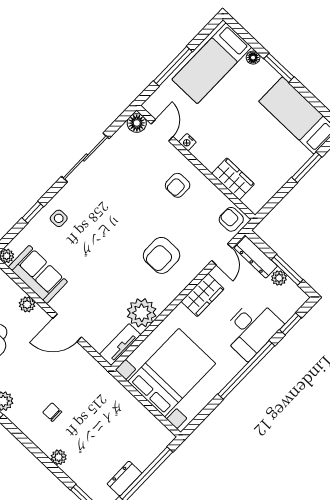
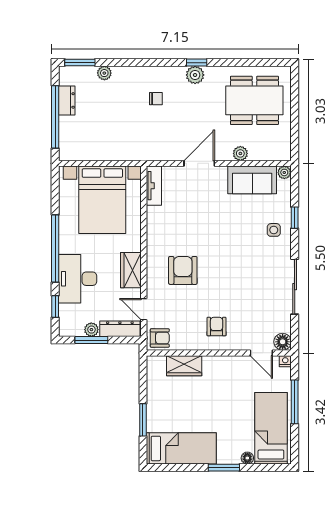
nightstand: (187, 142) -> (285, 361), moved
plant: (142, 313) -> (160, 220), removed
plant: (59, 457) -> (104, 73), moved

